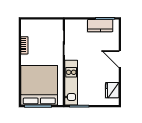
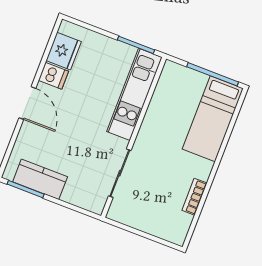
dishwasher: (113, 77) -> (53, 76), added
bed: (39, 85) -> (213, 119), width x0.49

